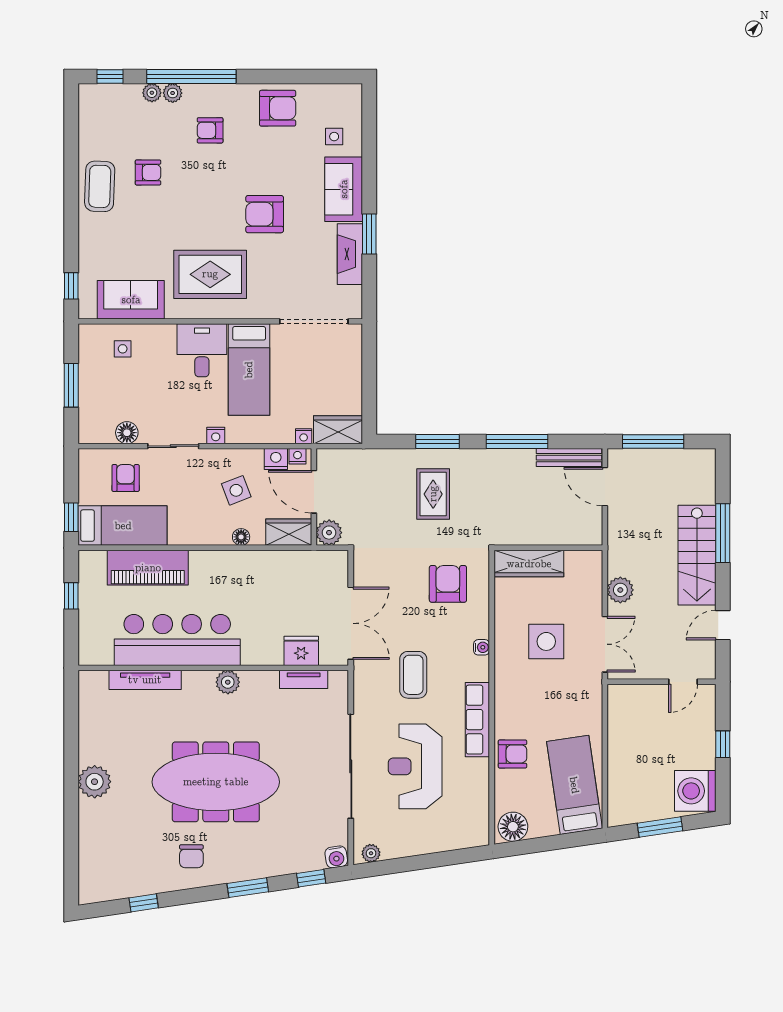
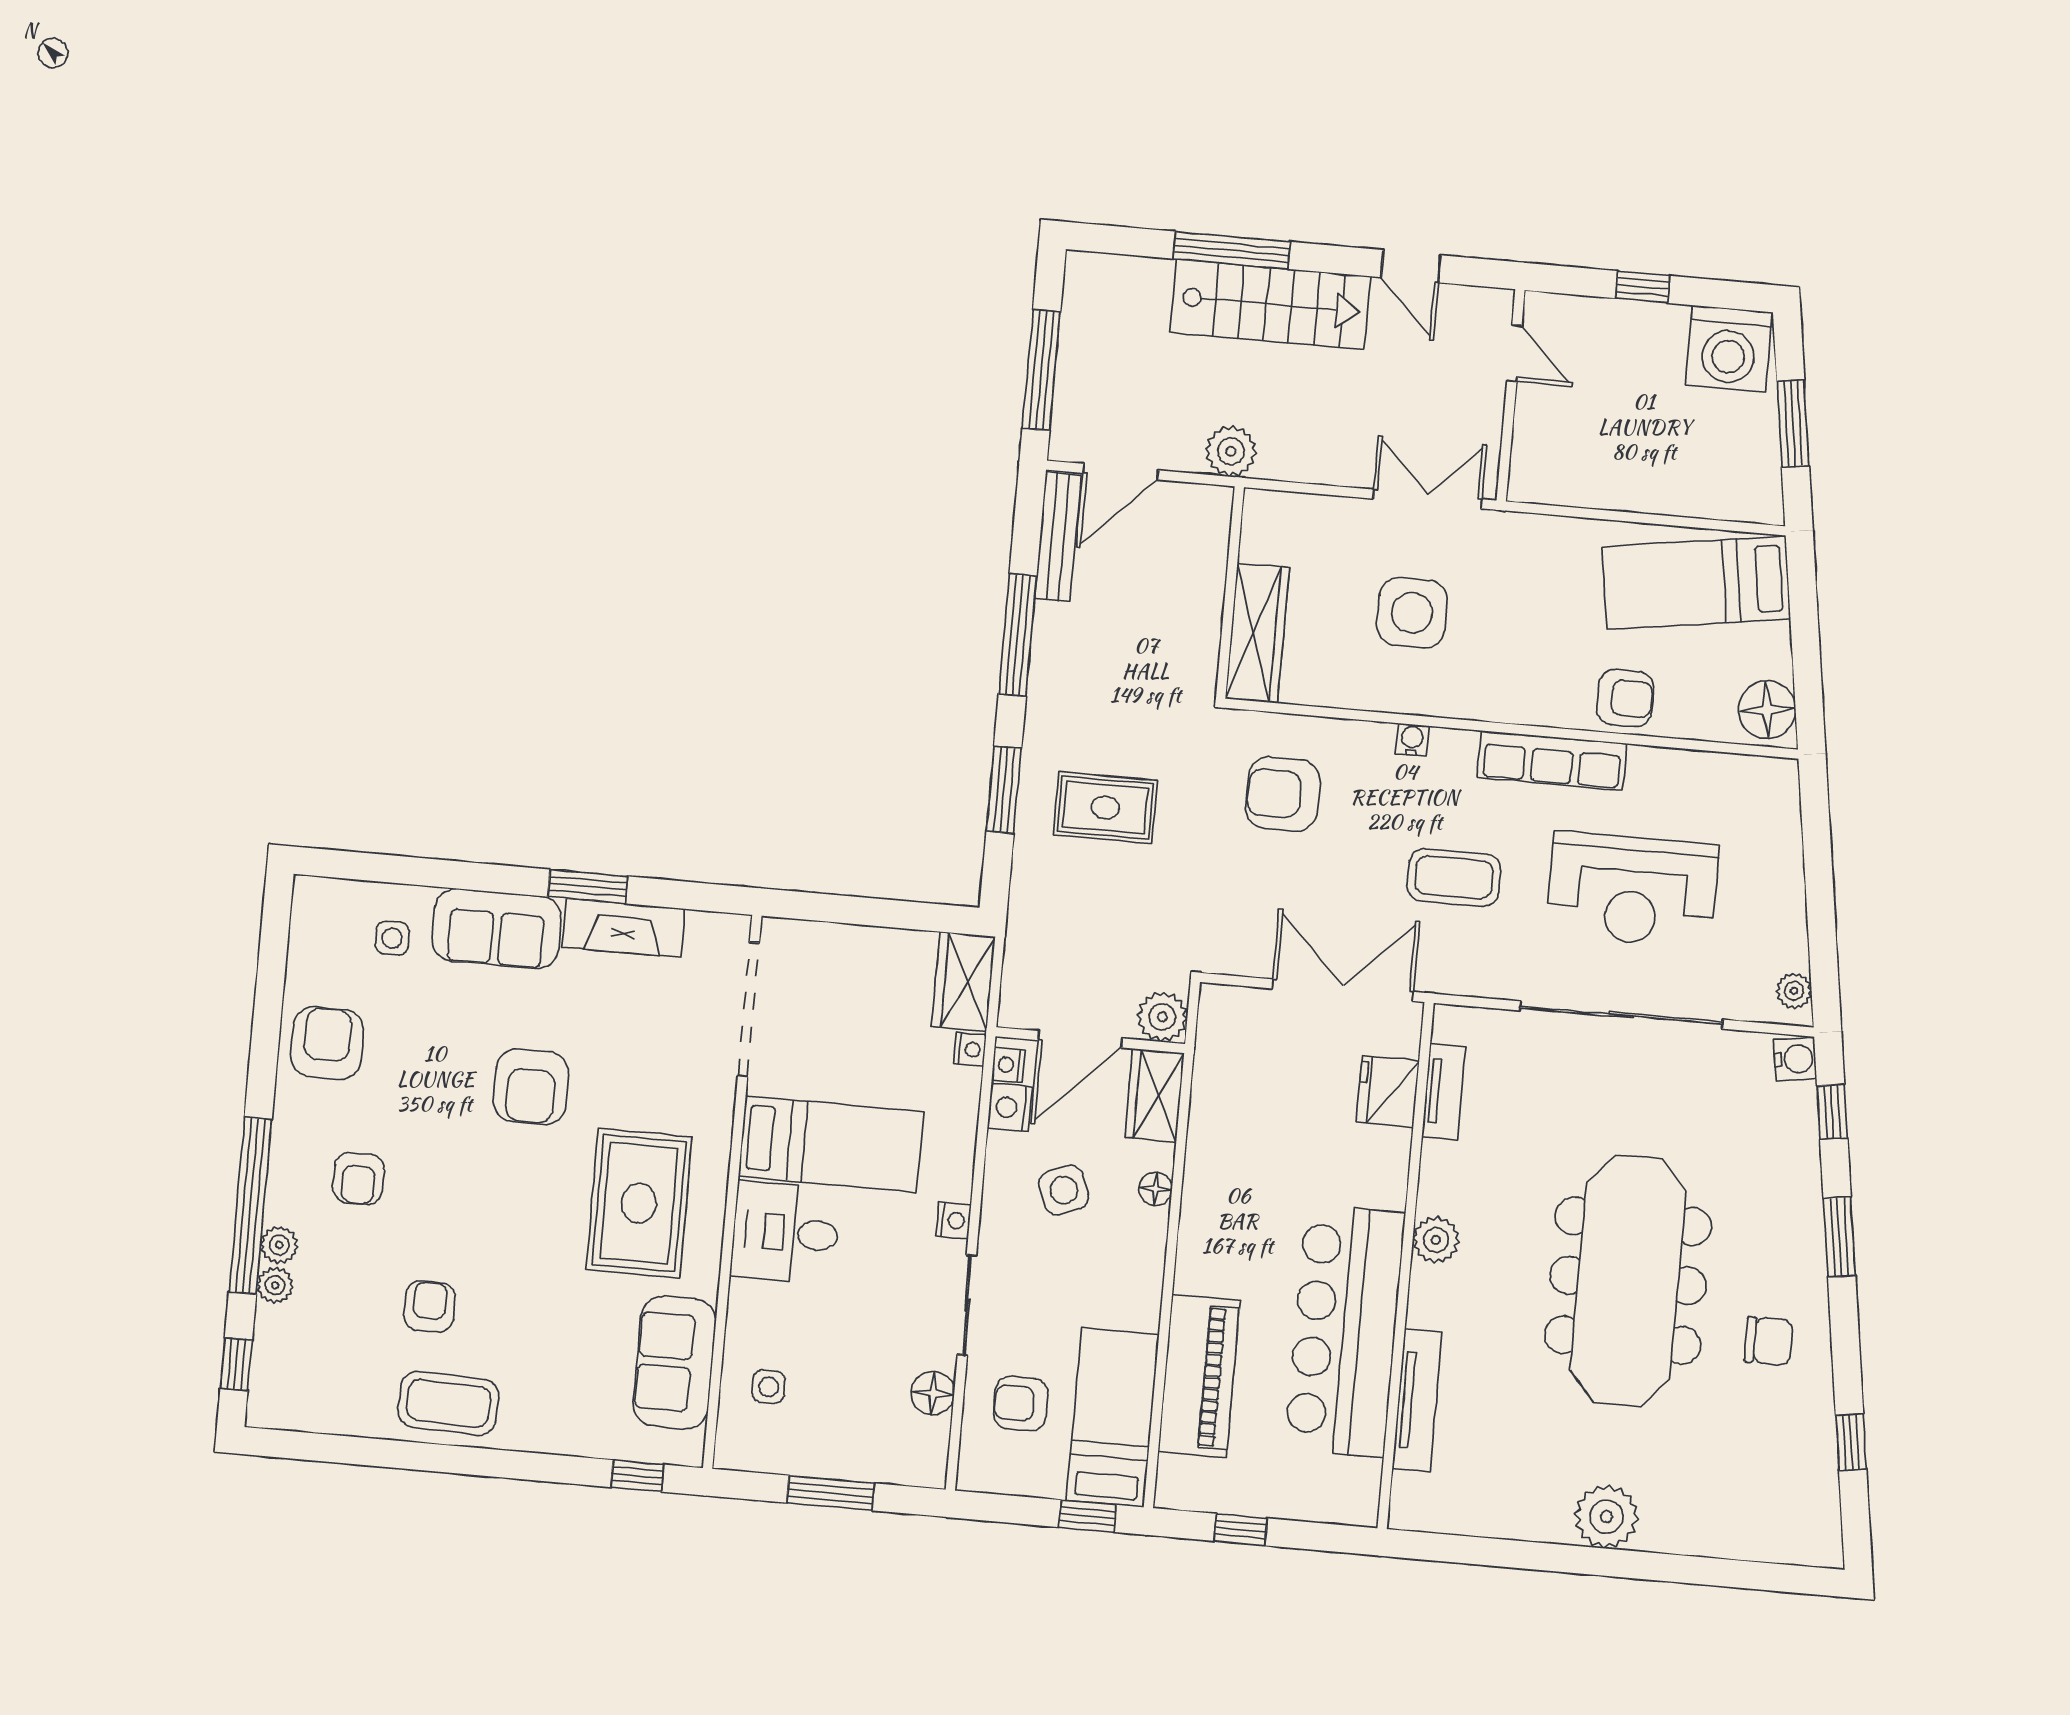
plant: (620, 590) -> (1231, 451), moved
armchair: (512, 754) -> (1625, 698), turned 90

